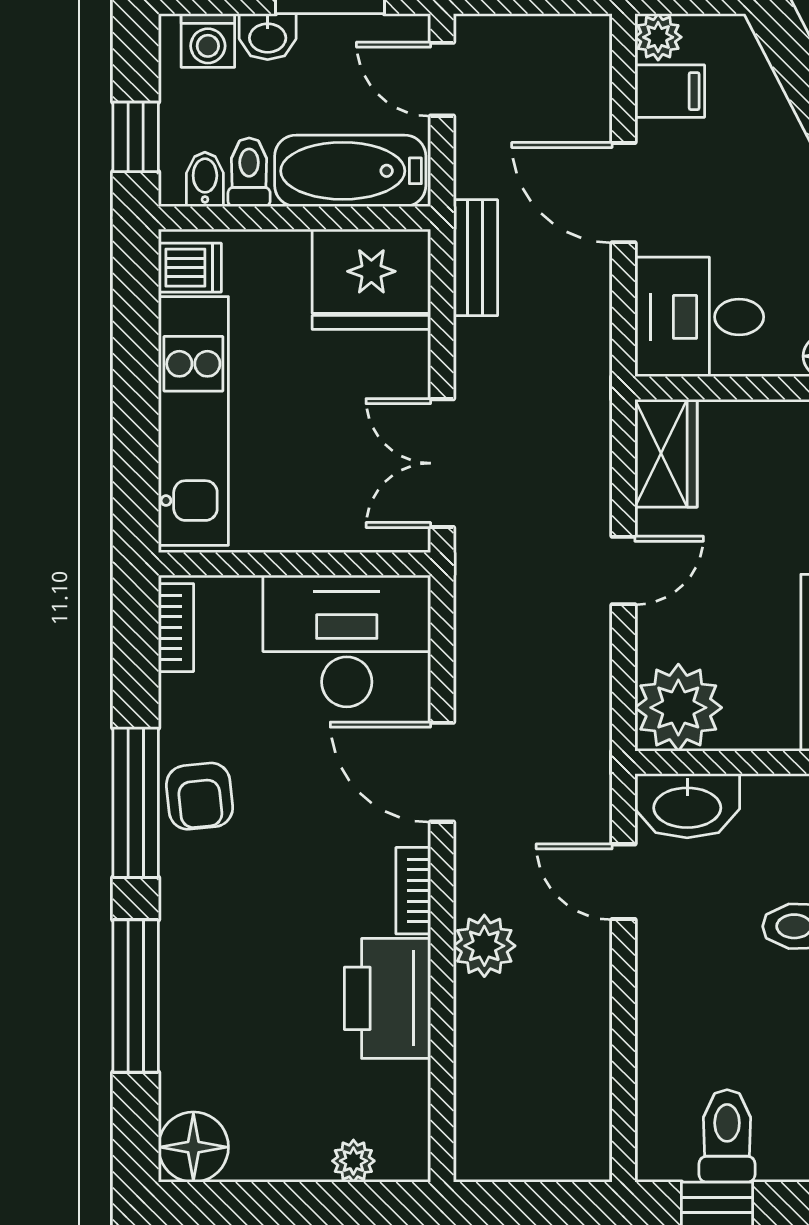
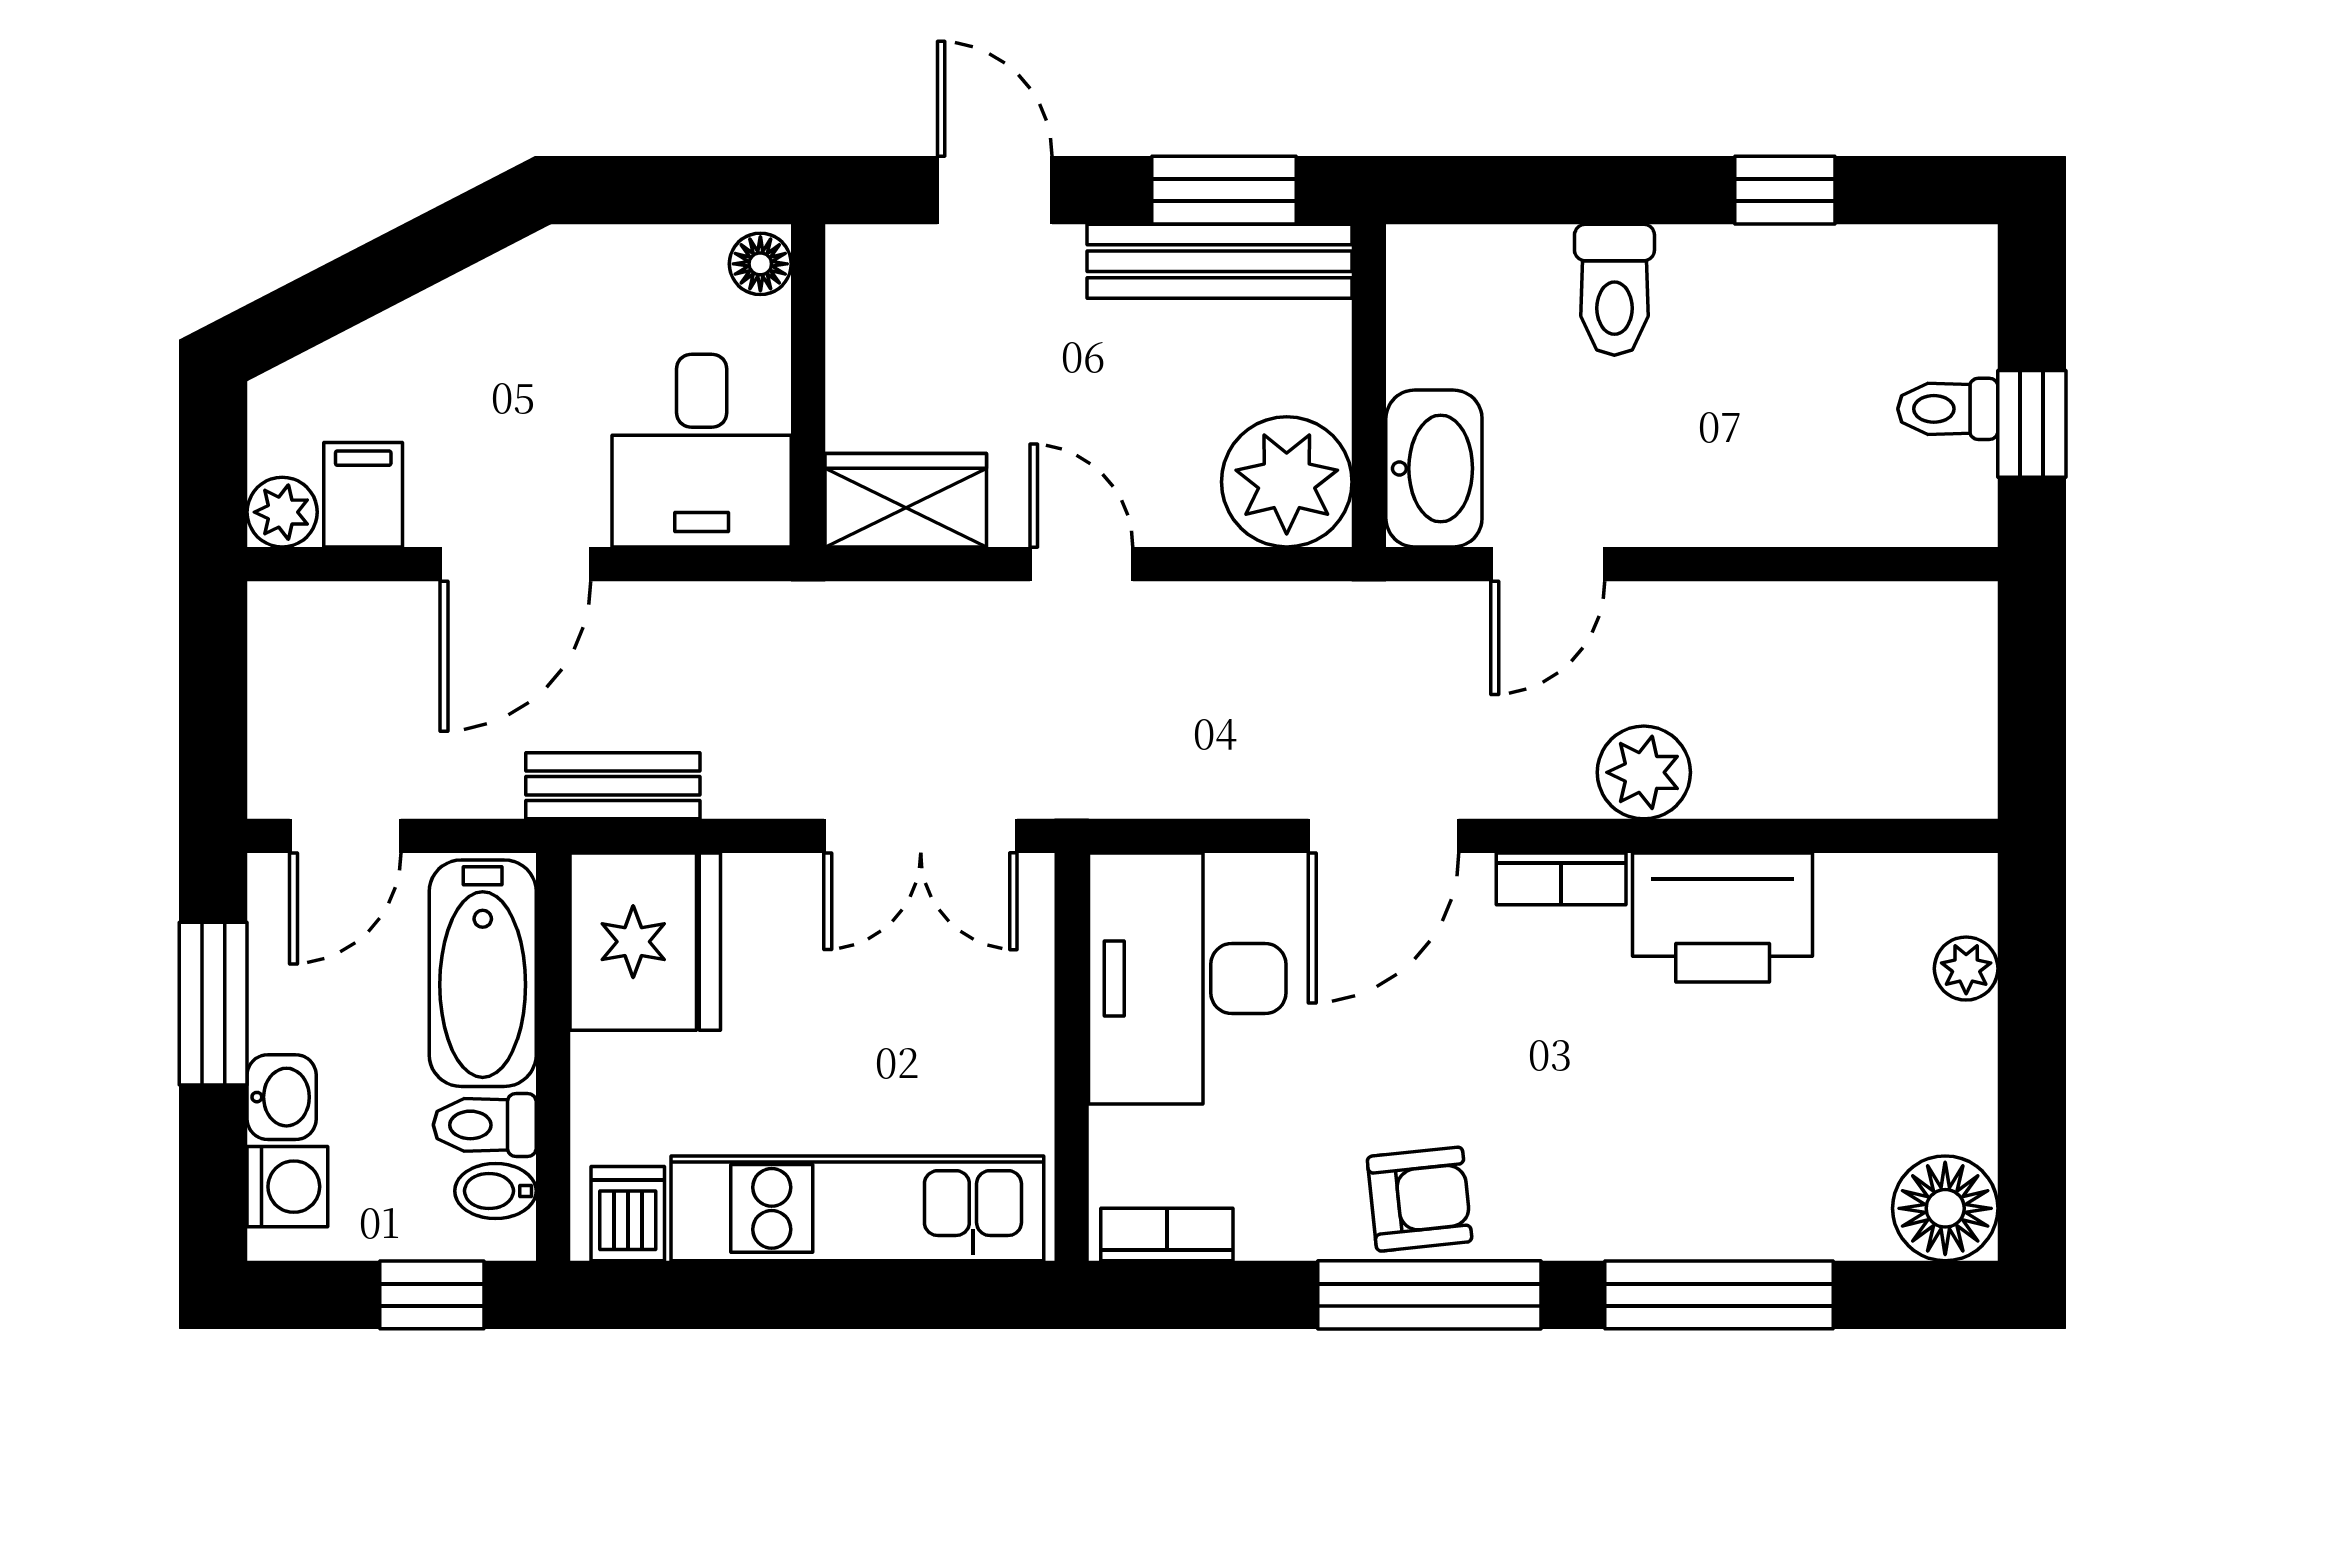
toilet: (727, 1136) -> (1948, 409), width x0.73, depth x0.72

